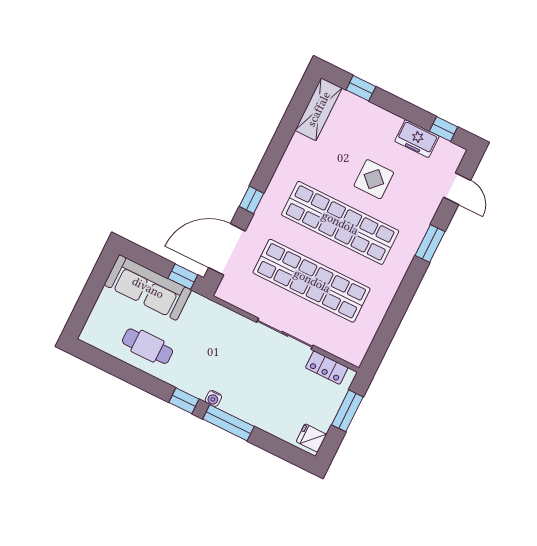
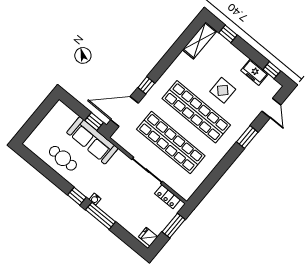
sofa: (148, 288) -> (92, 140), moved

